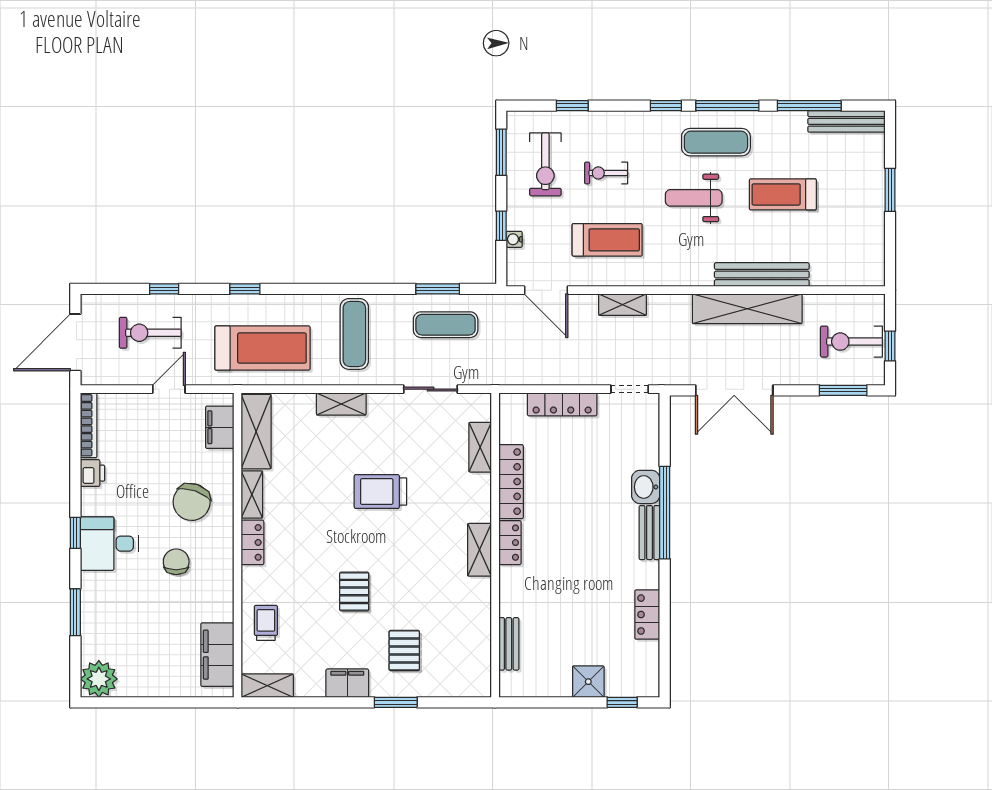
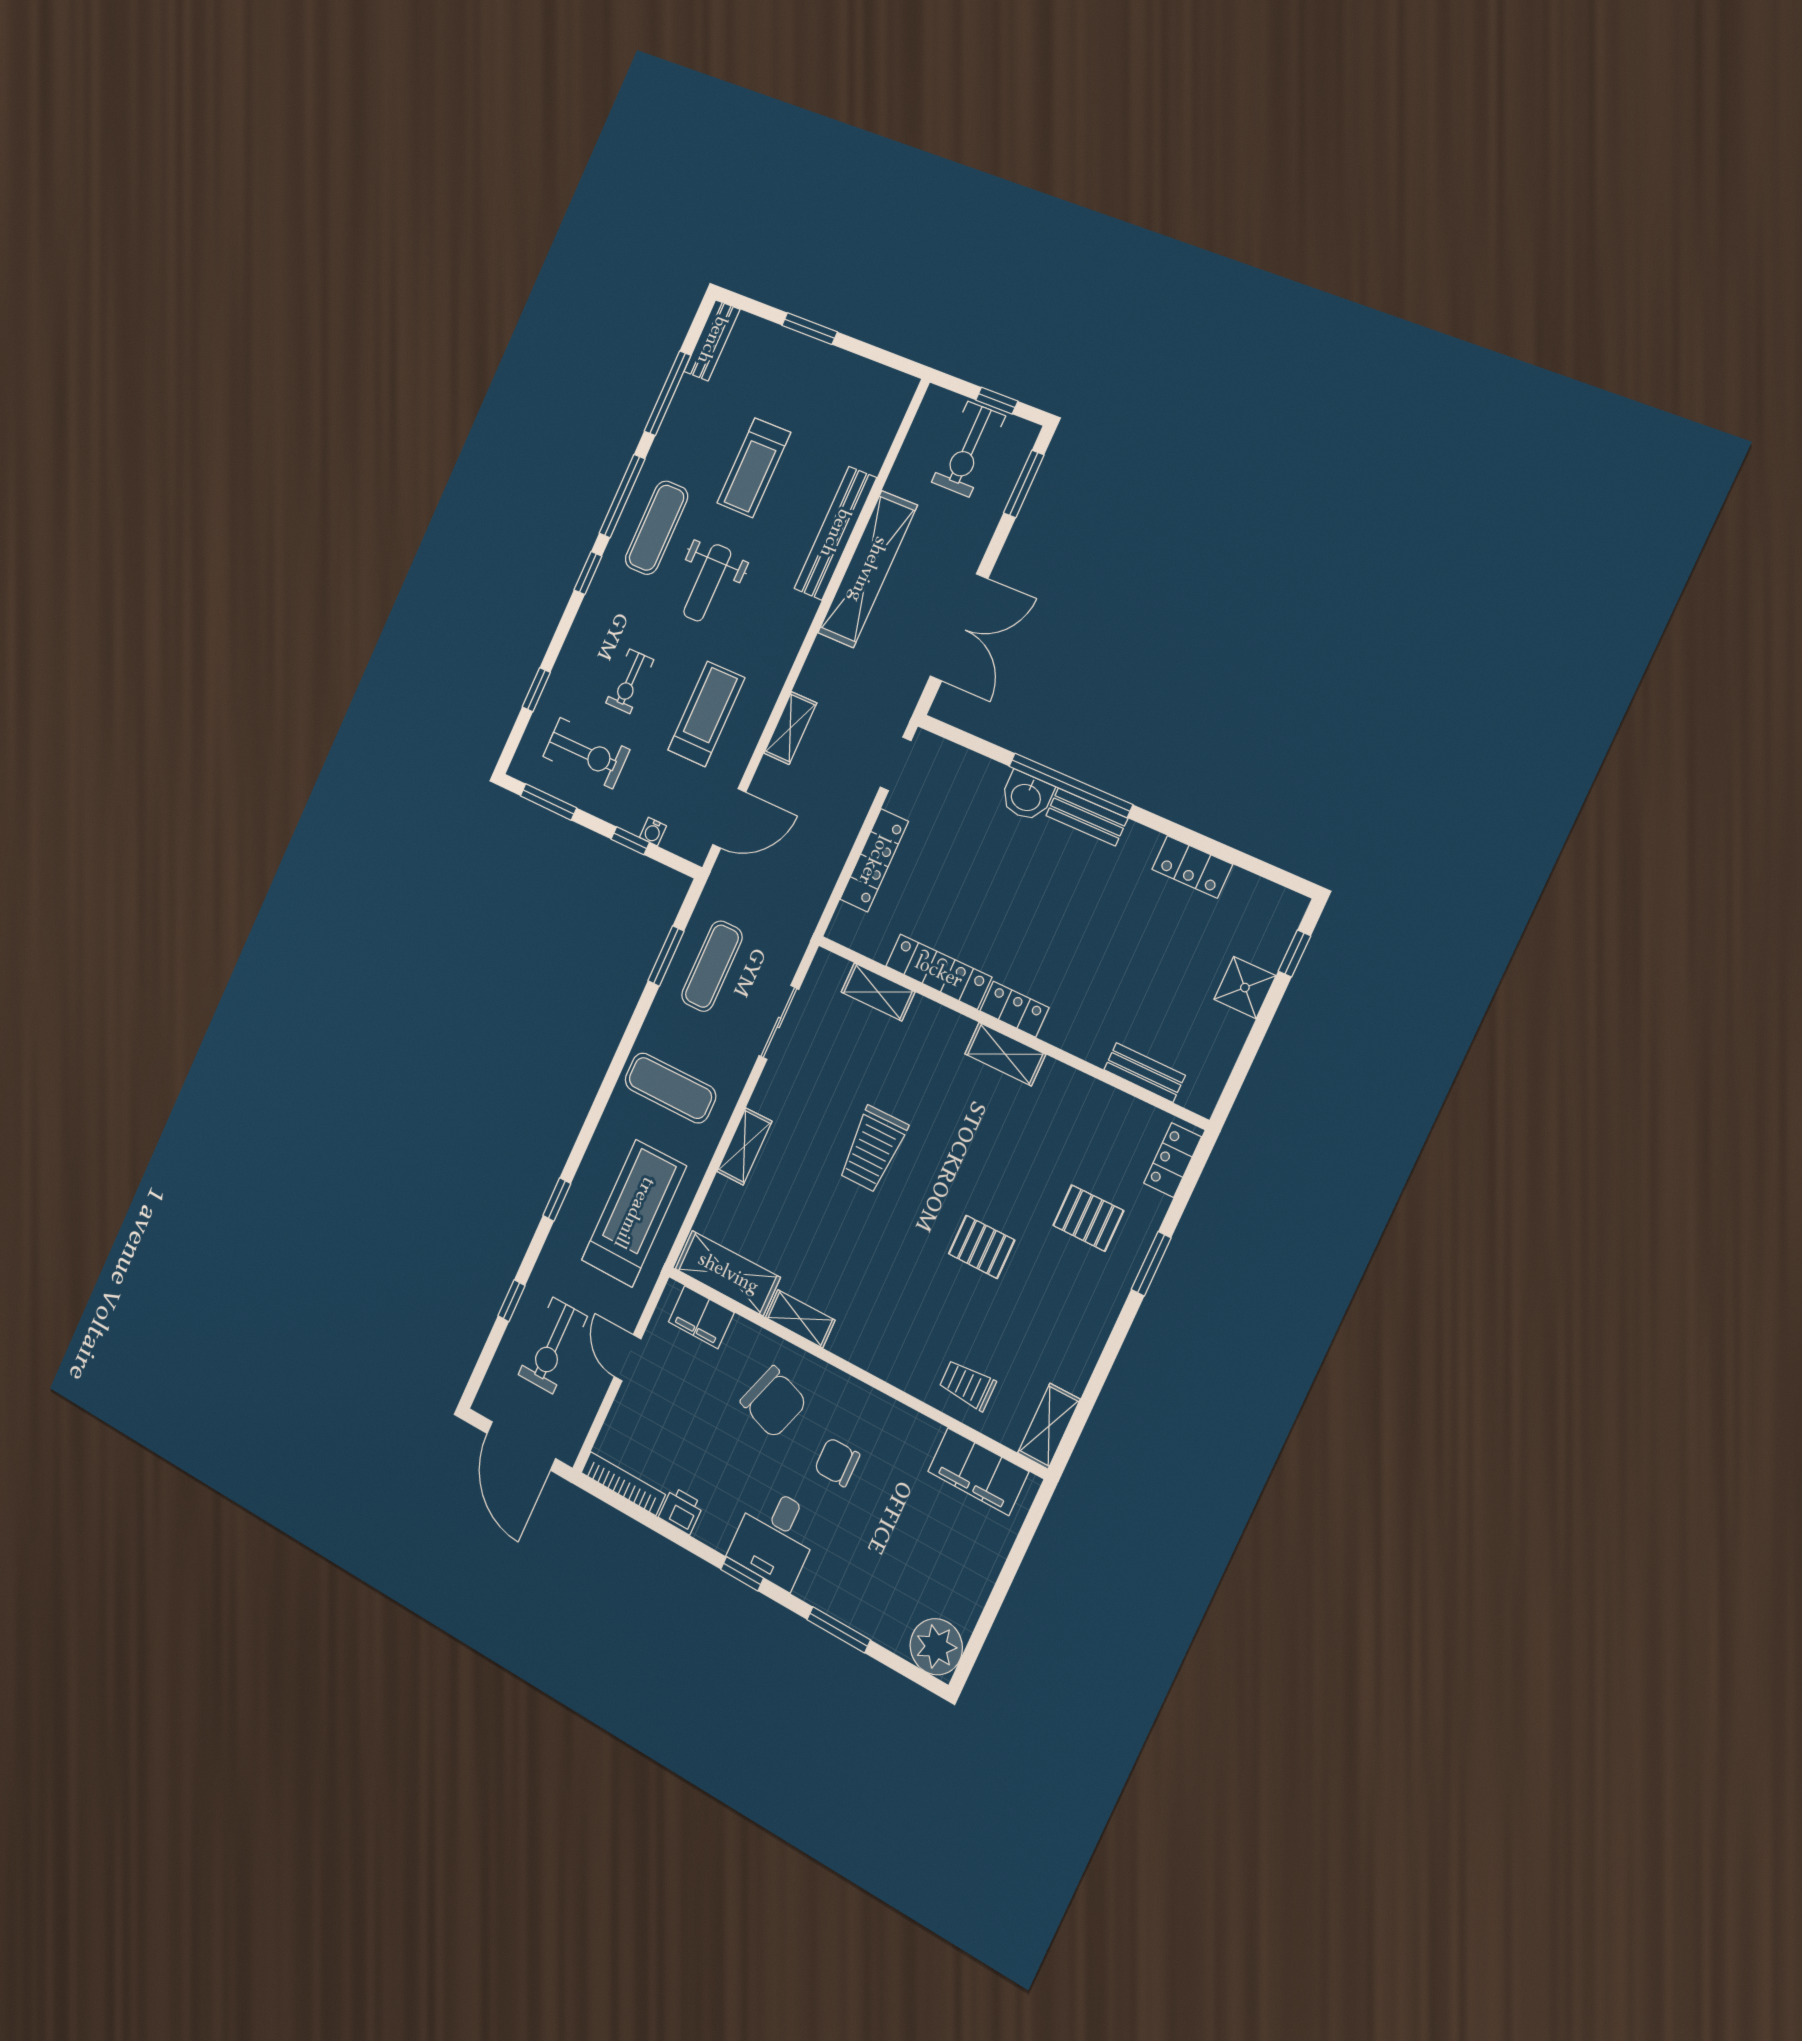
bench: (846, 121) -> (712, 340), width x0.73
locker: (252, 542) -> (1173, 1160), moved, turned -90
filing cabinet: (347, 683) -> (1096, 1317), removed

